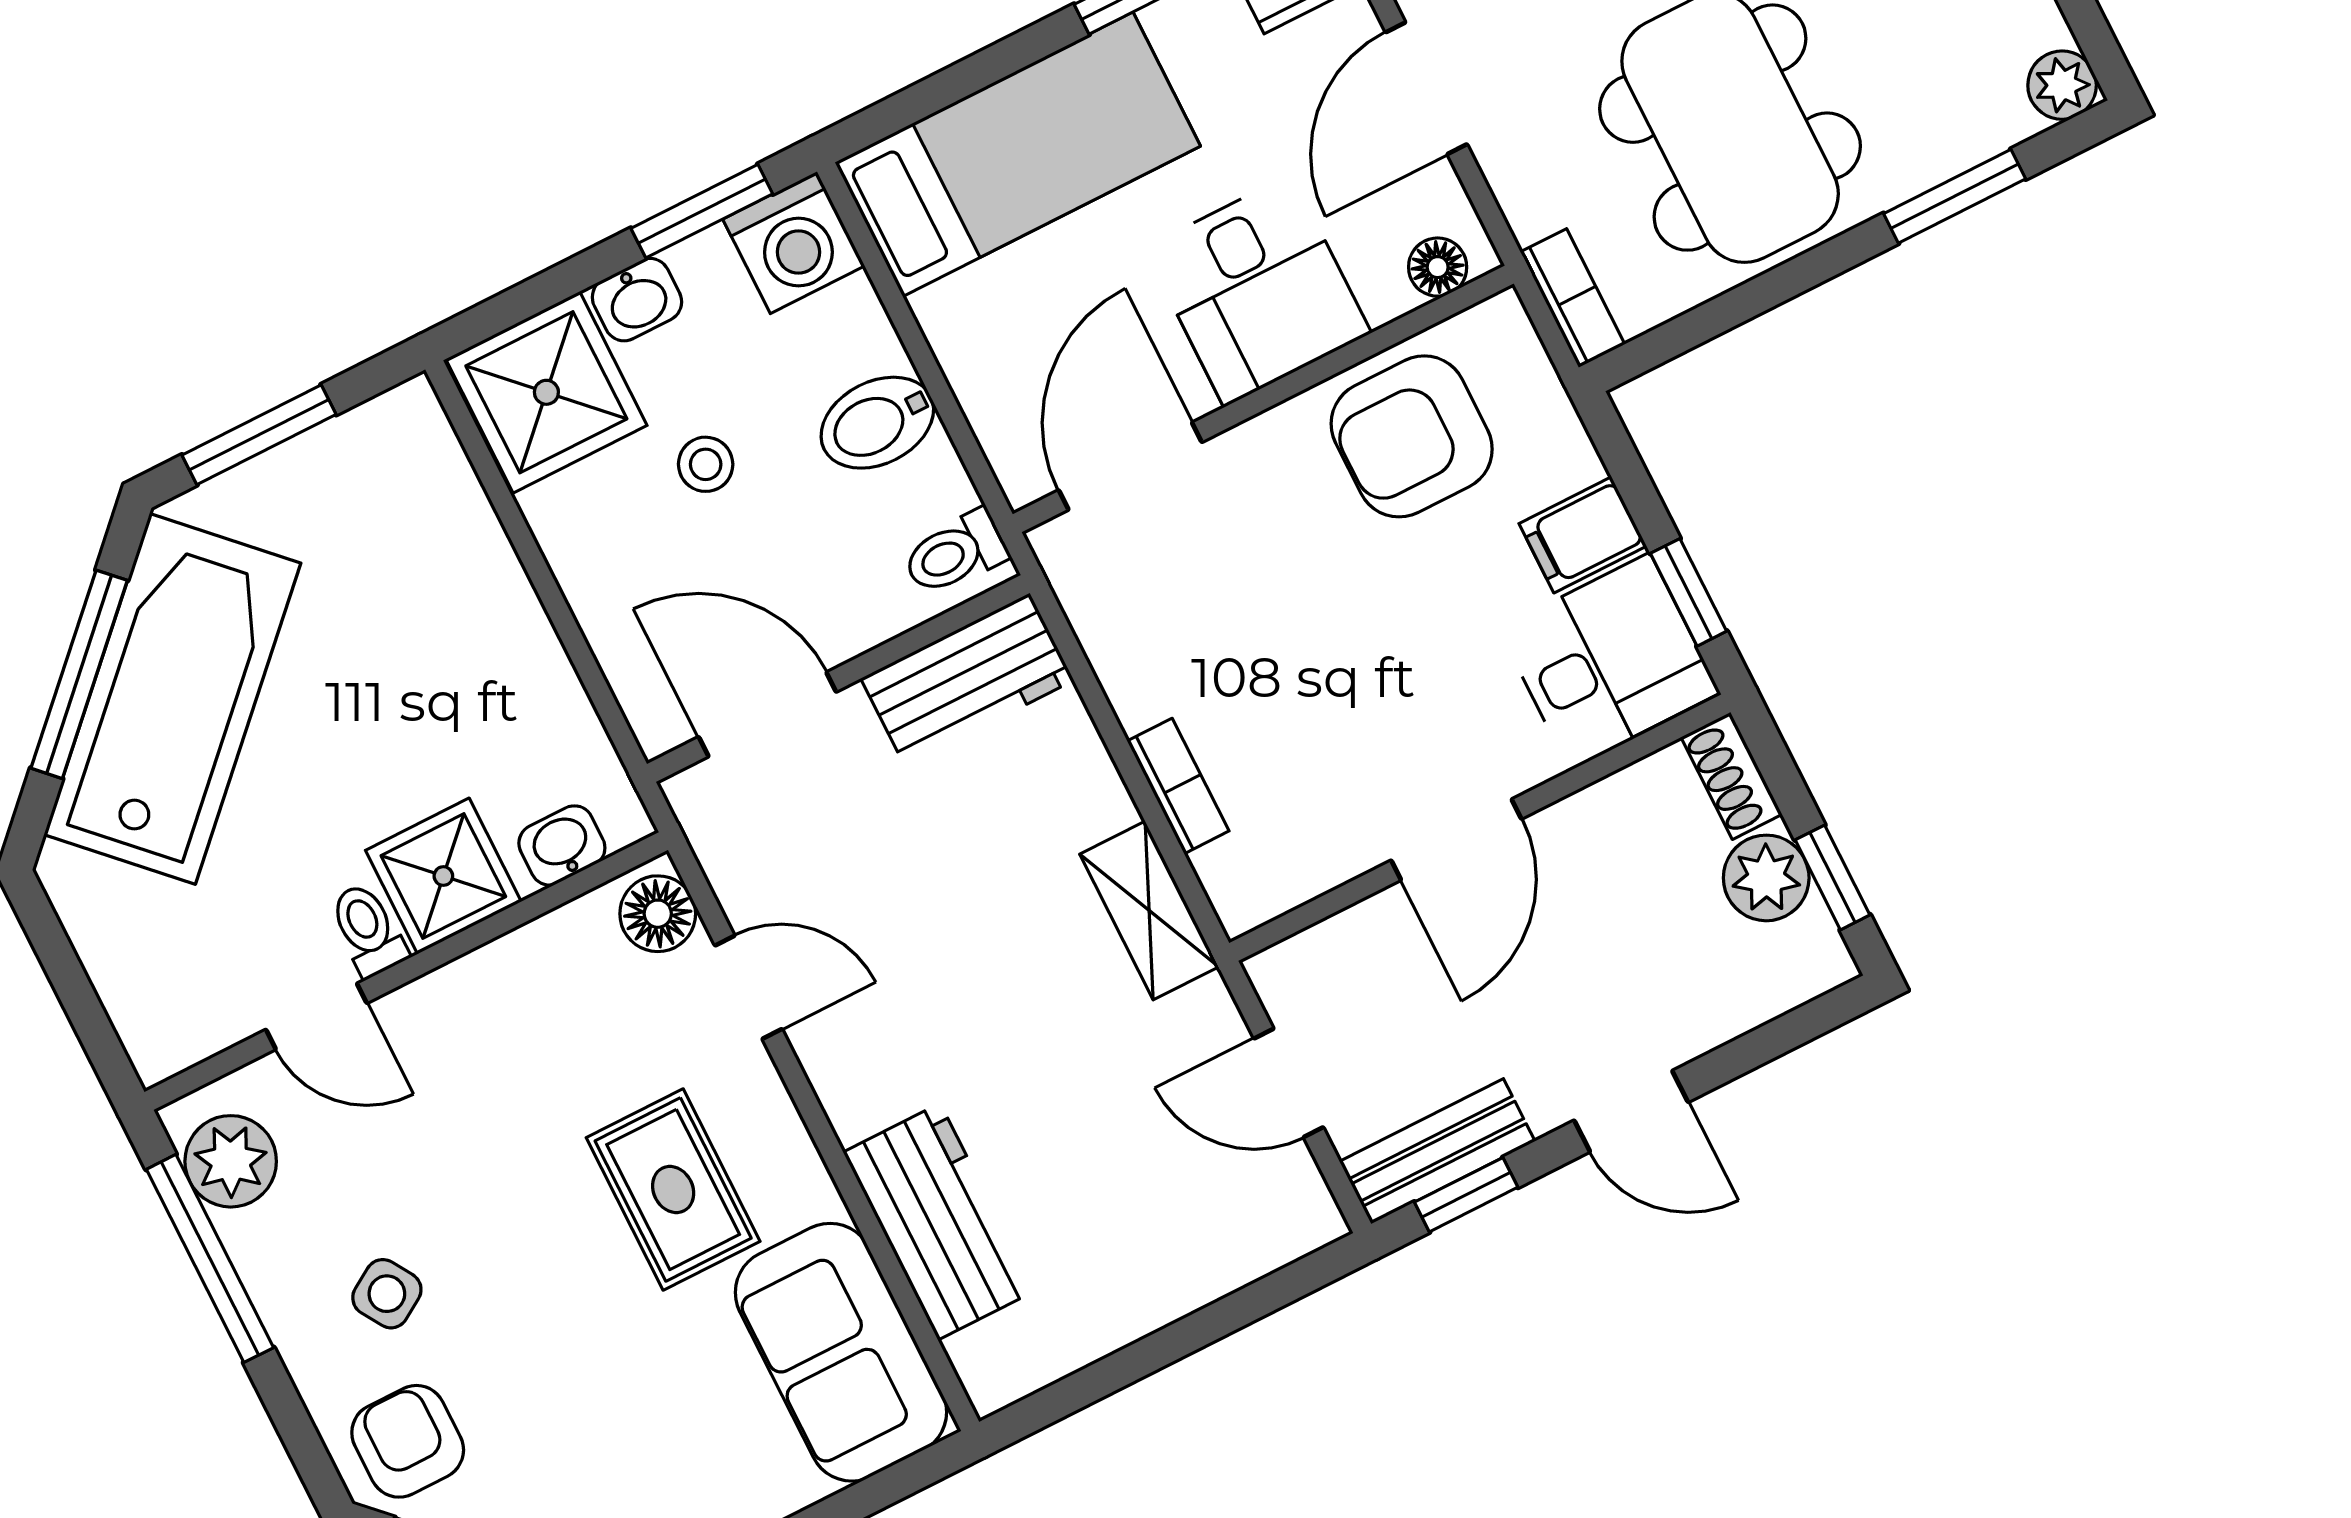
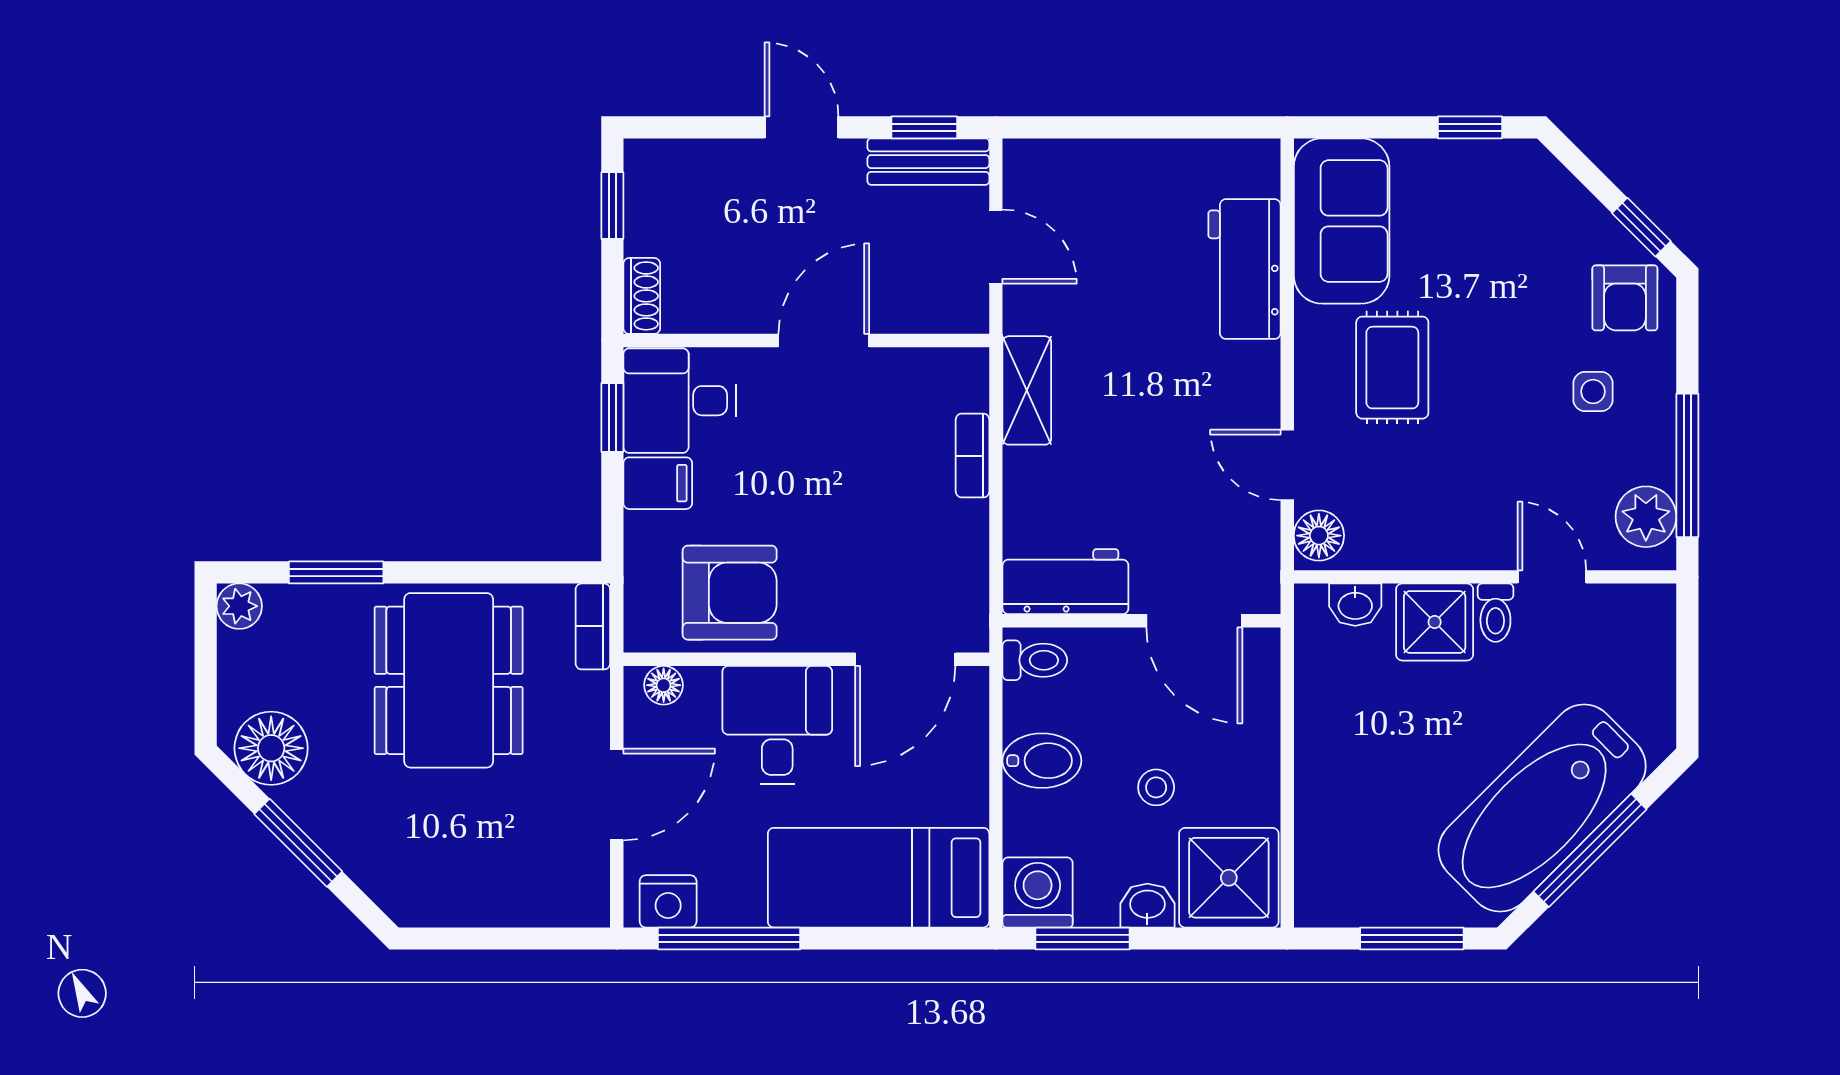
plant: (1766, 878) -> (652, 225), removed
side table: (387, 1294) -> (1593, 392), turned 32

